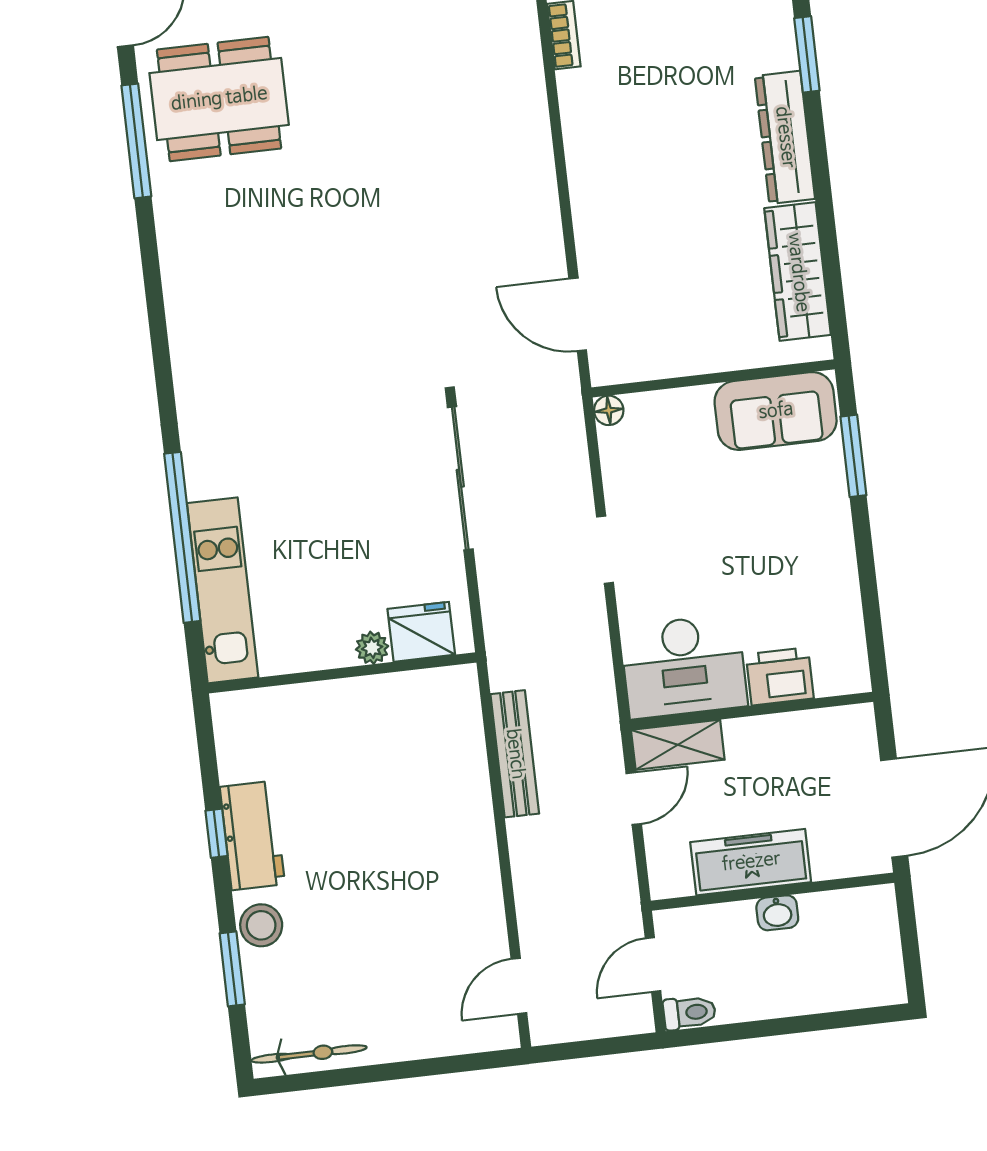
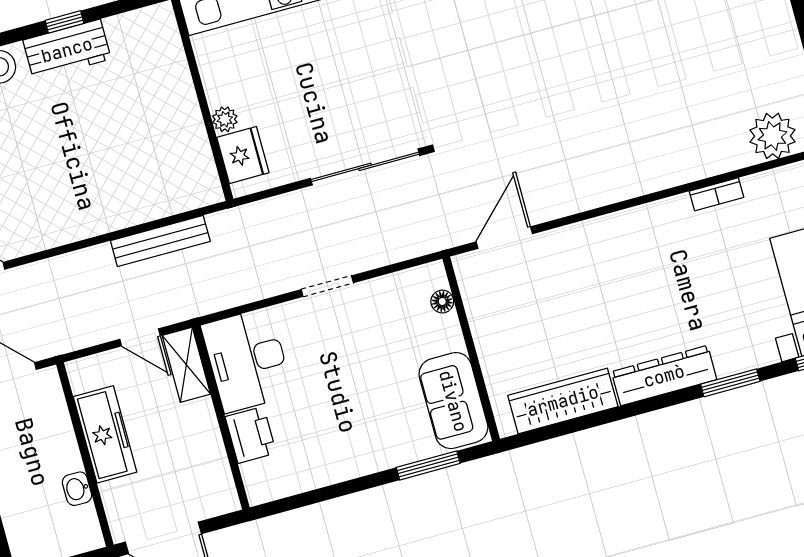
floor lamp: (609, 410) -> (442, 302), moved
washbasin: (777, 913) -> (77, 489), moved

